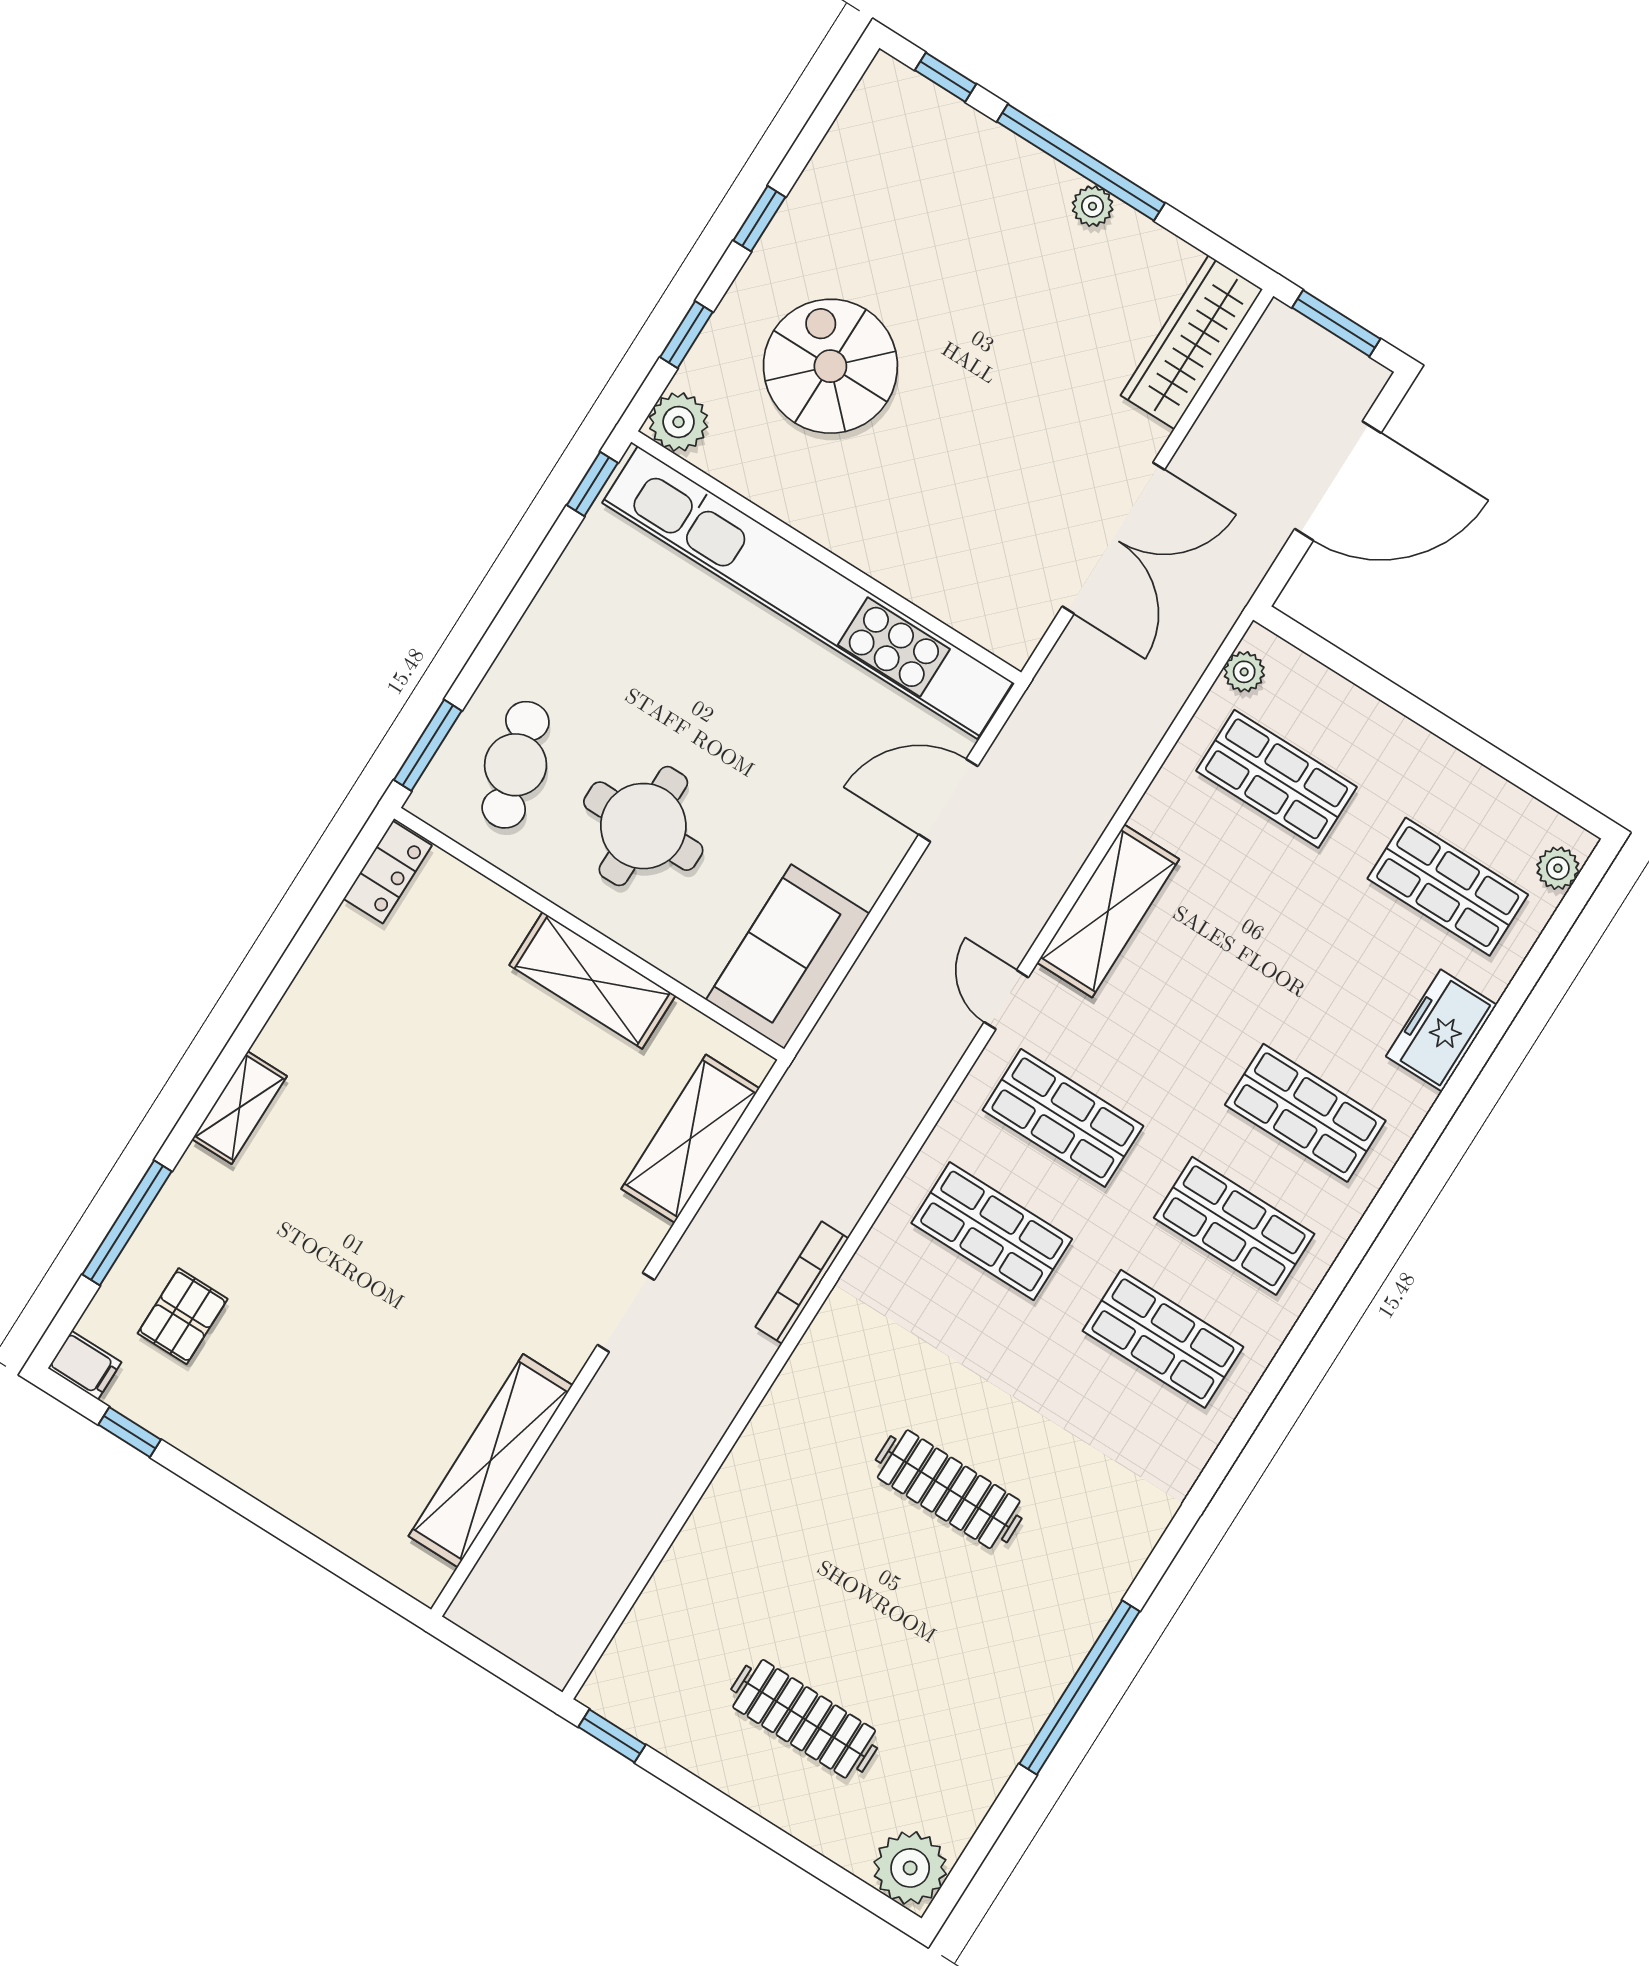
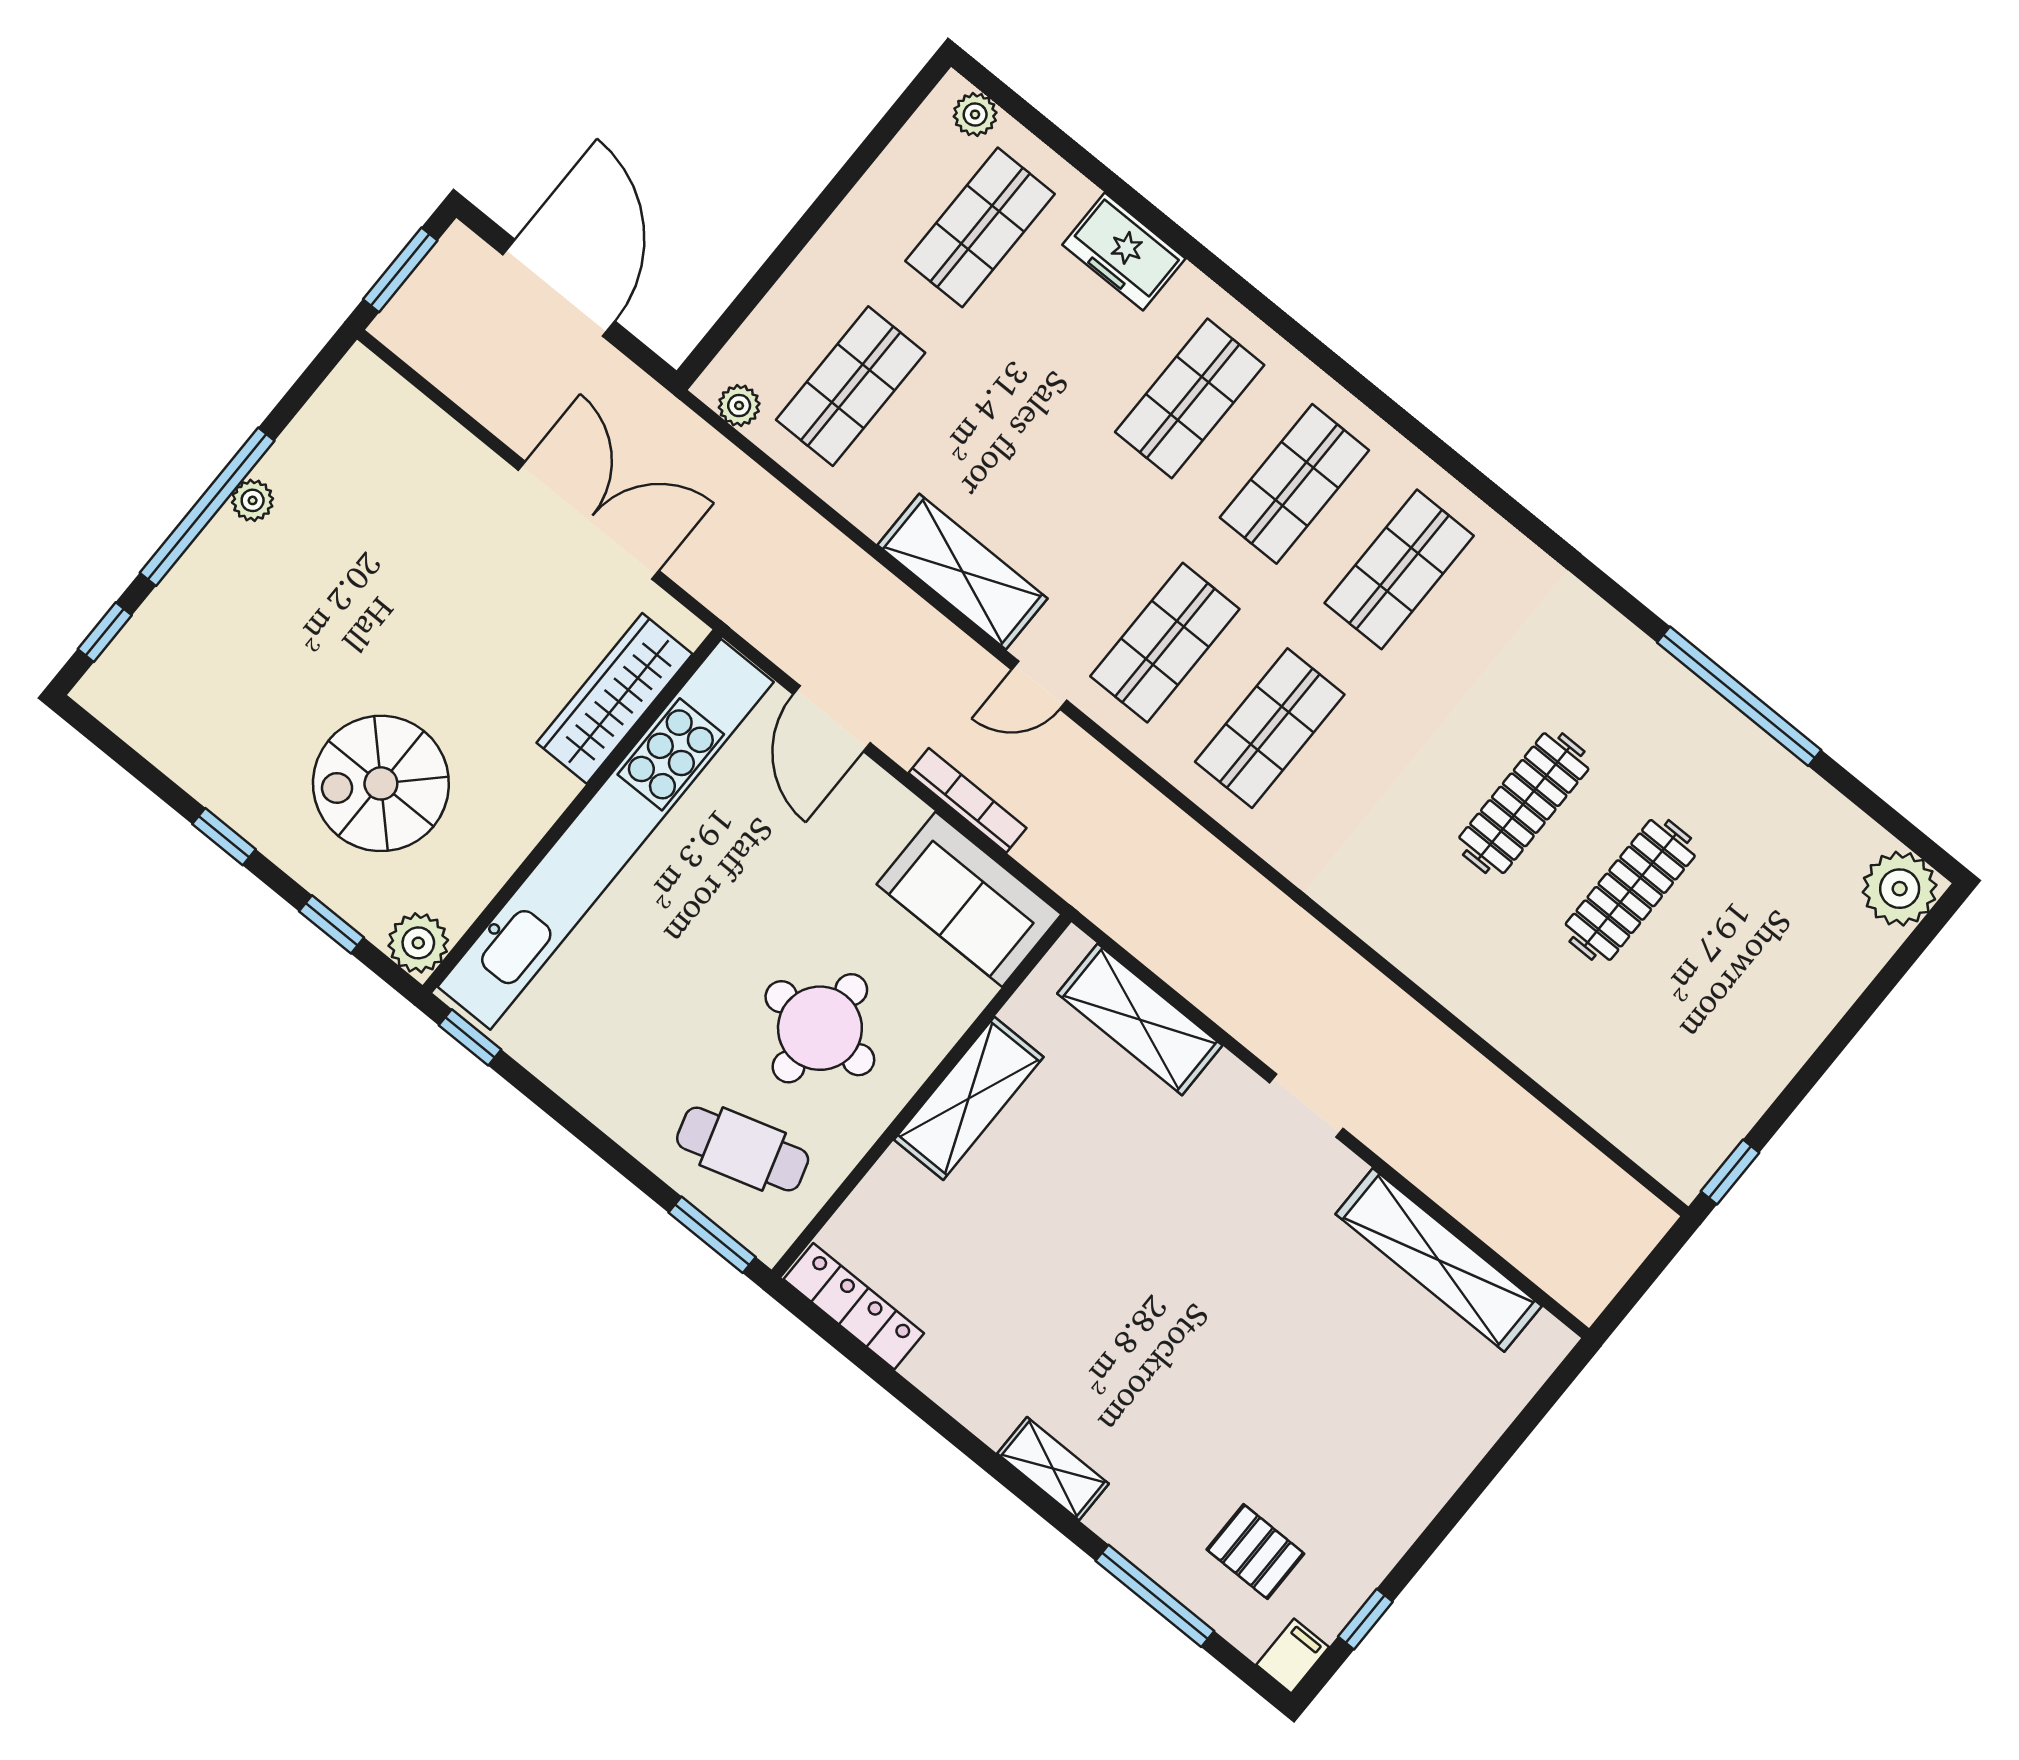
wardrobe: (1192, 342) -> (615, 698), moved, turned 90
locker: (388, 872) -> (854, 1306), width x1.53
bookcase: (802, 1283) -> (968, 800), moved, turned 180
clothes rail: (804, 1719) -> (1630, 890), moved

